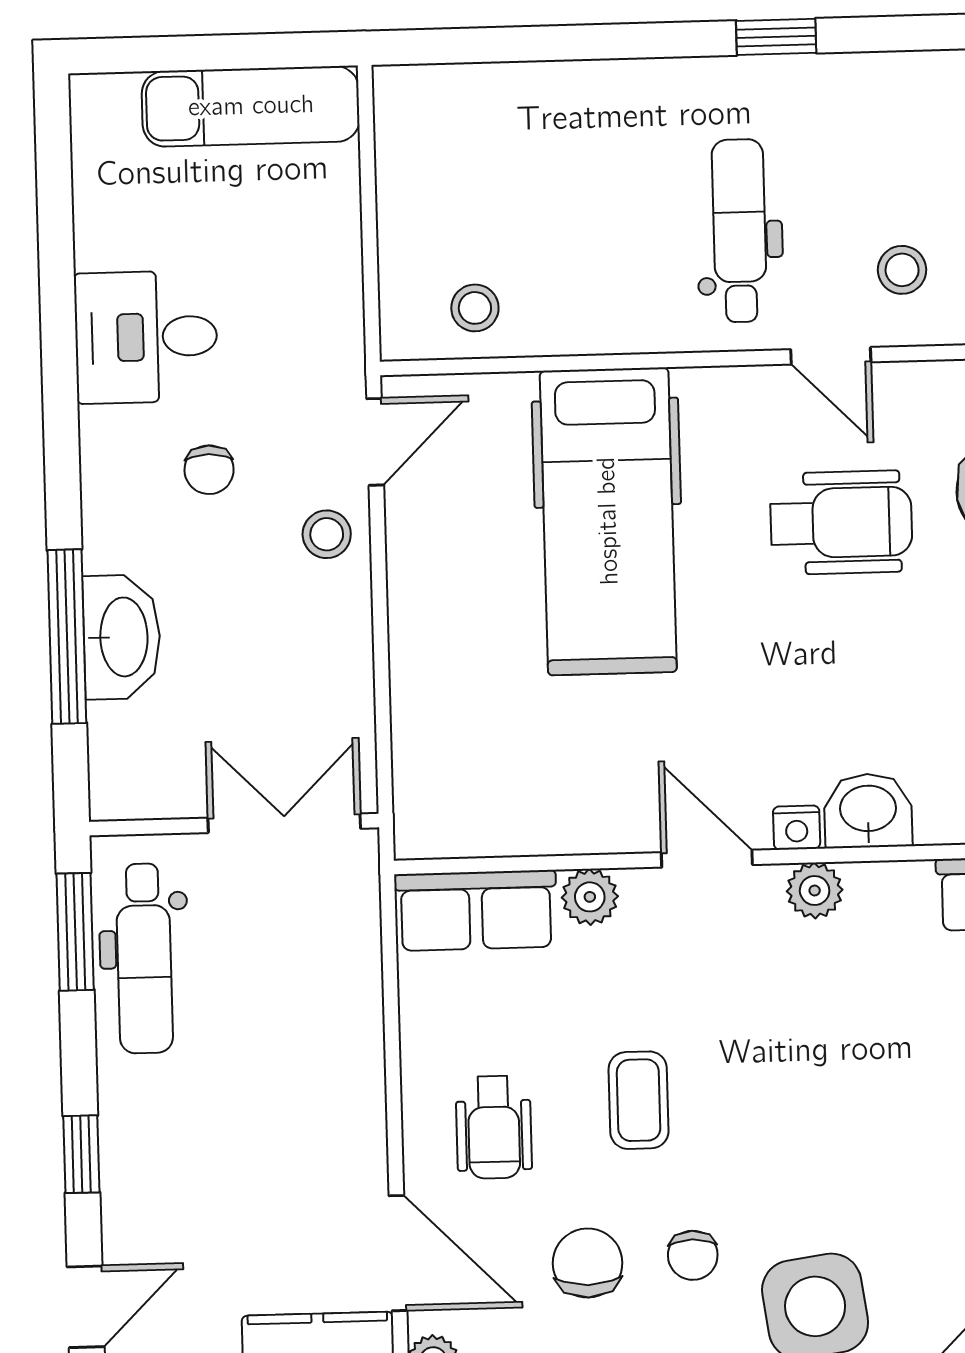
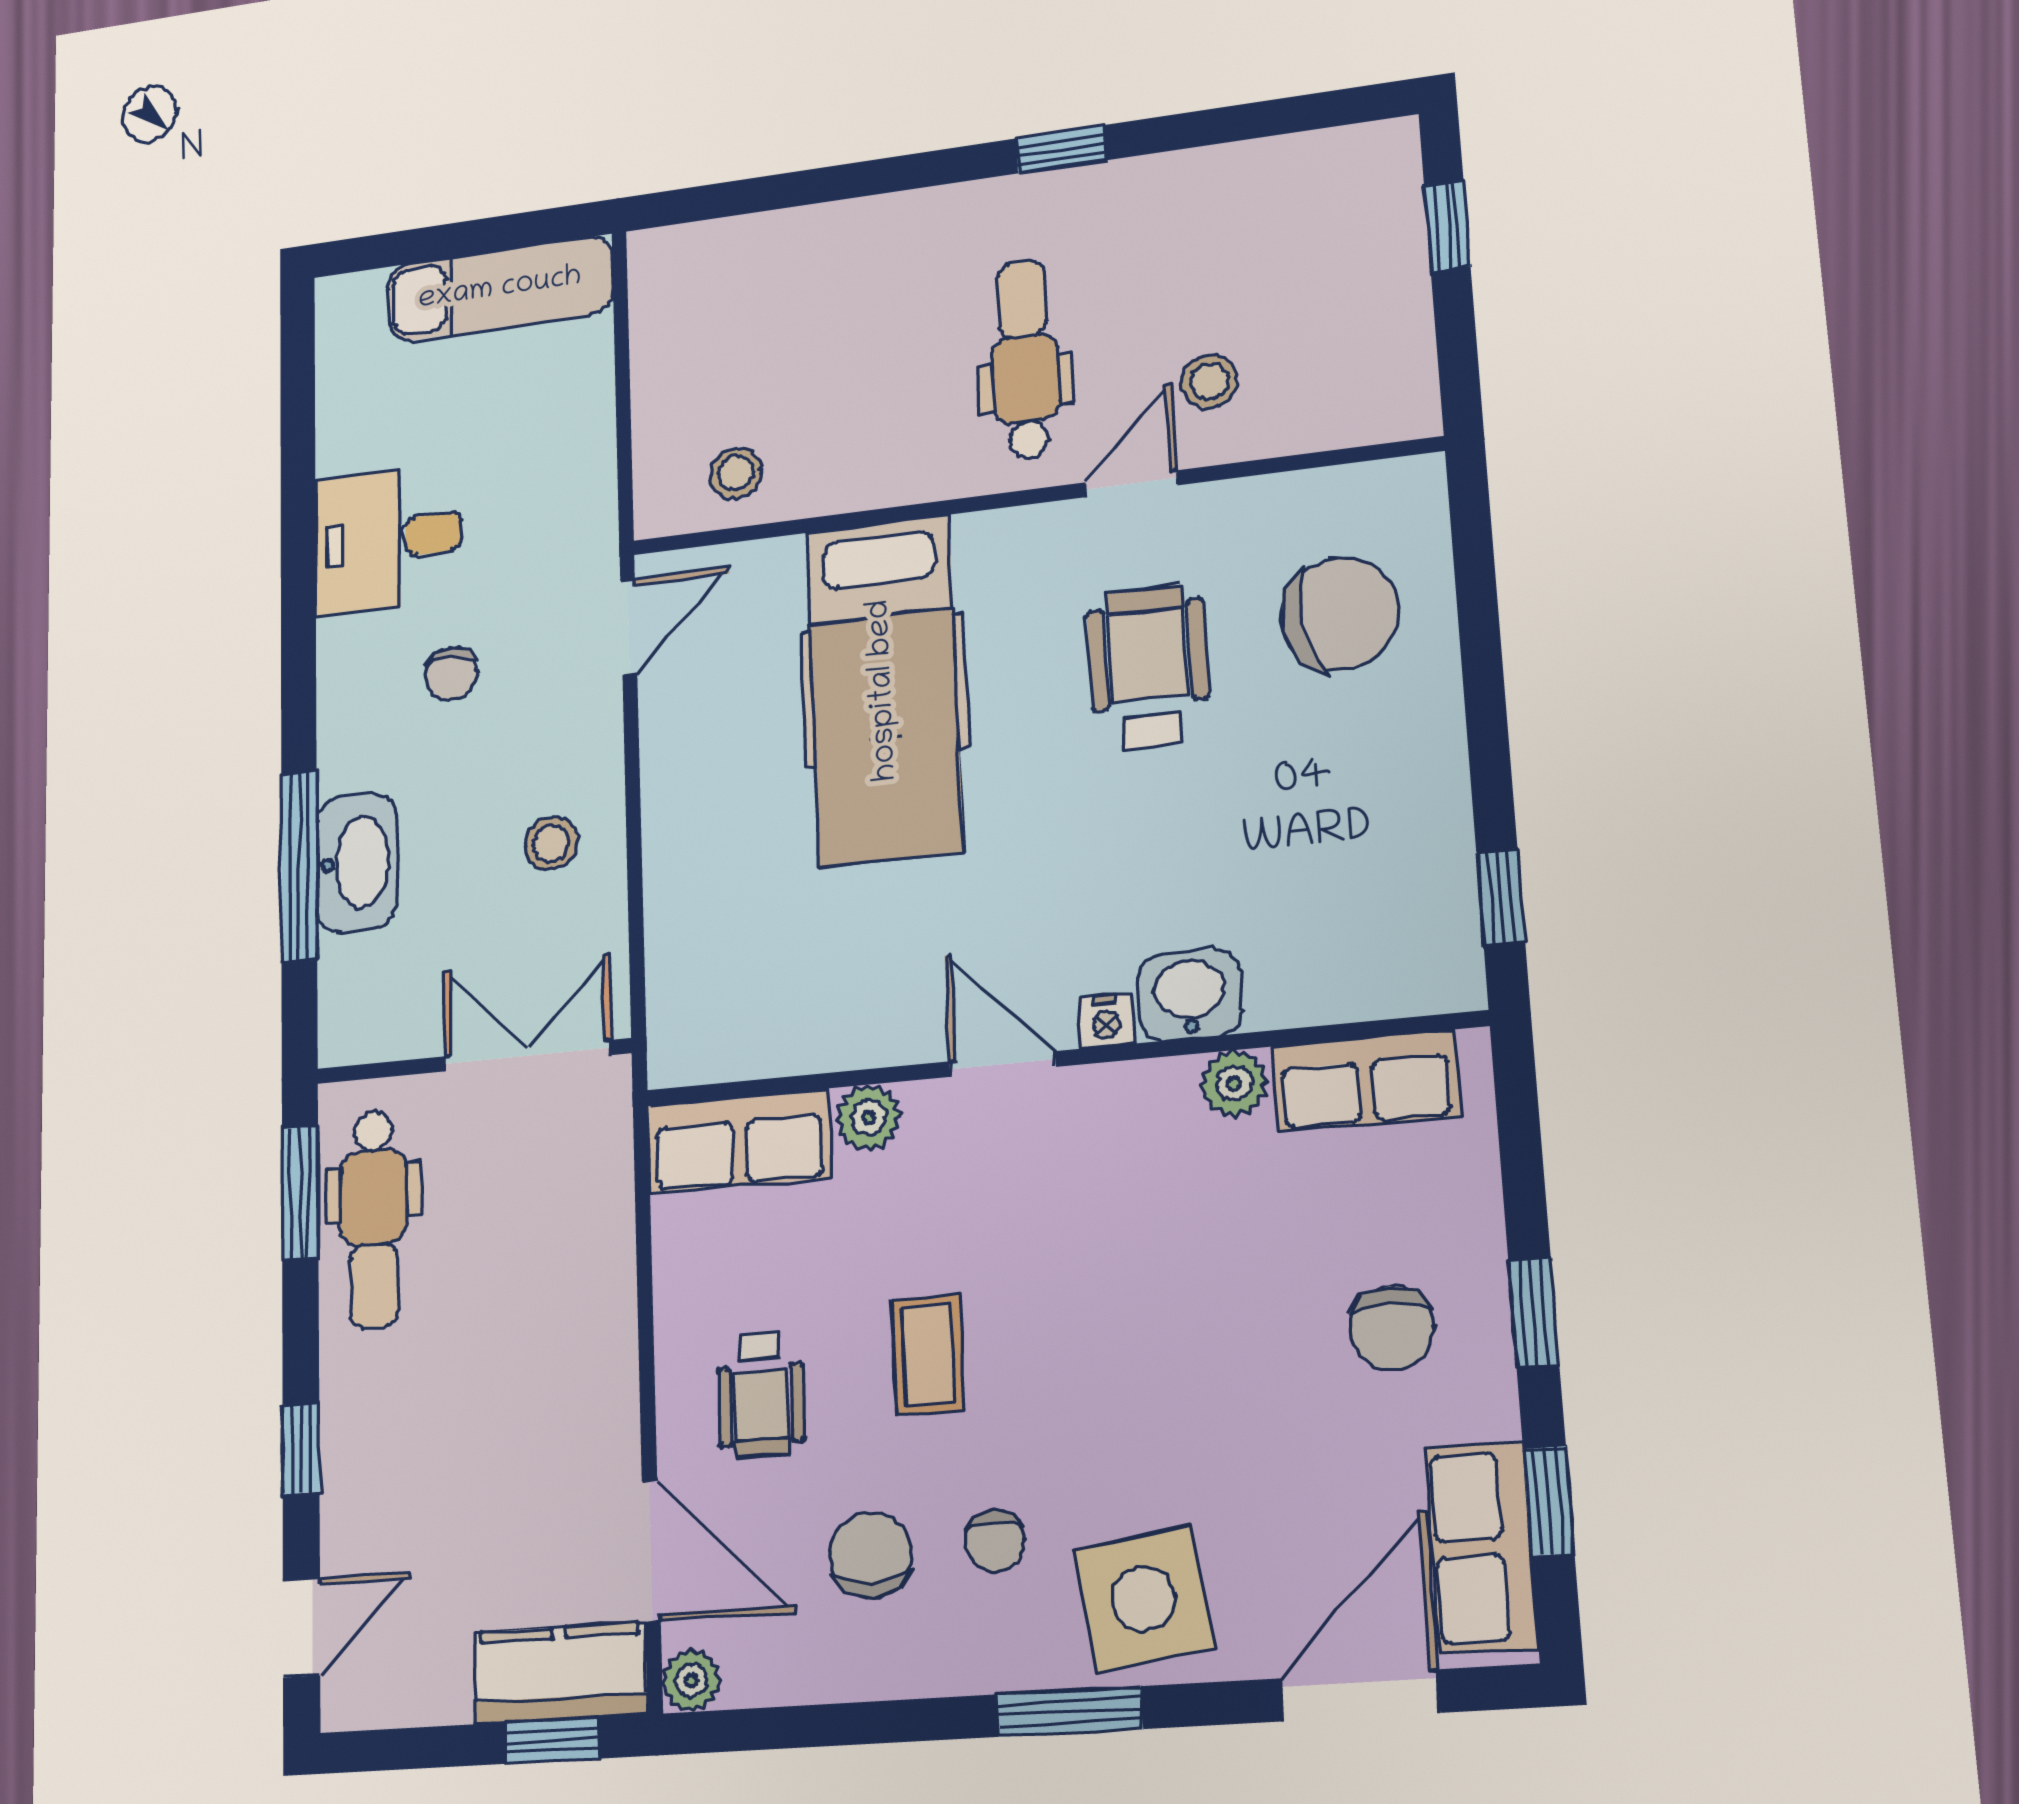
door: (831, 356) -> (1131, 484), swing flipped
wheelchair: (841, 523) -> (1148, 667), turned -90
stool: (327, 534) -> (551, 843), moved
plant: (815, 890) -> (1234, 1084), moved

